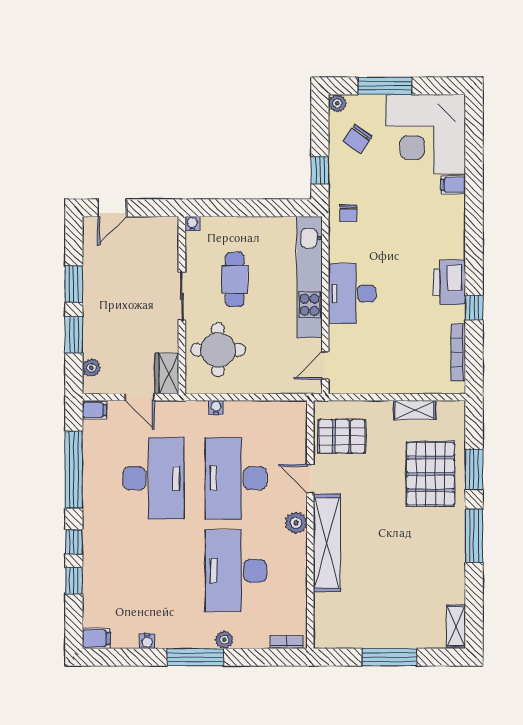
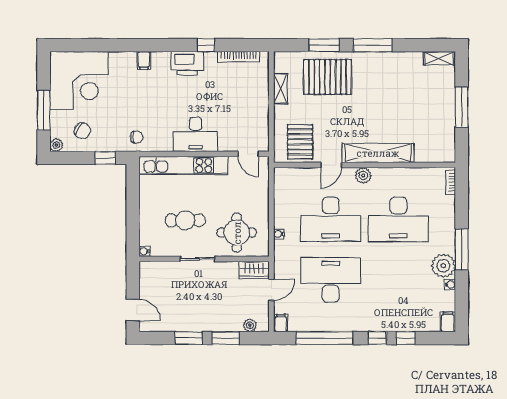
filing cabinet: (453, 185) -> (144, 60), moved
plant: (224, 640) -> (443, 266), moved, width x1.88, depth x1.88

